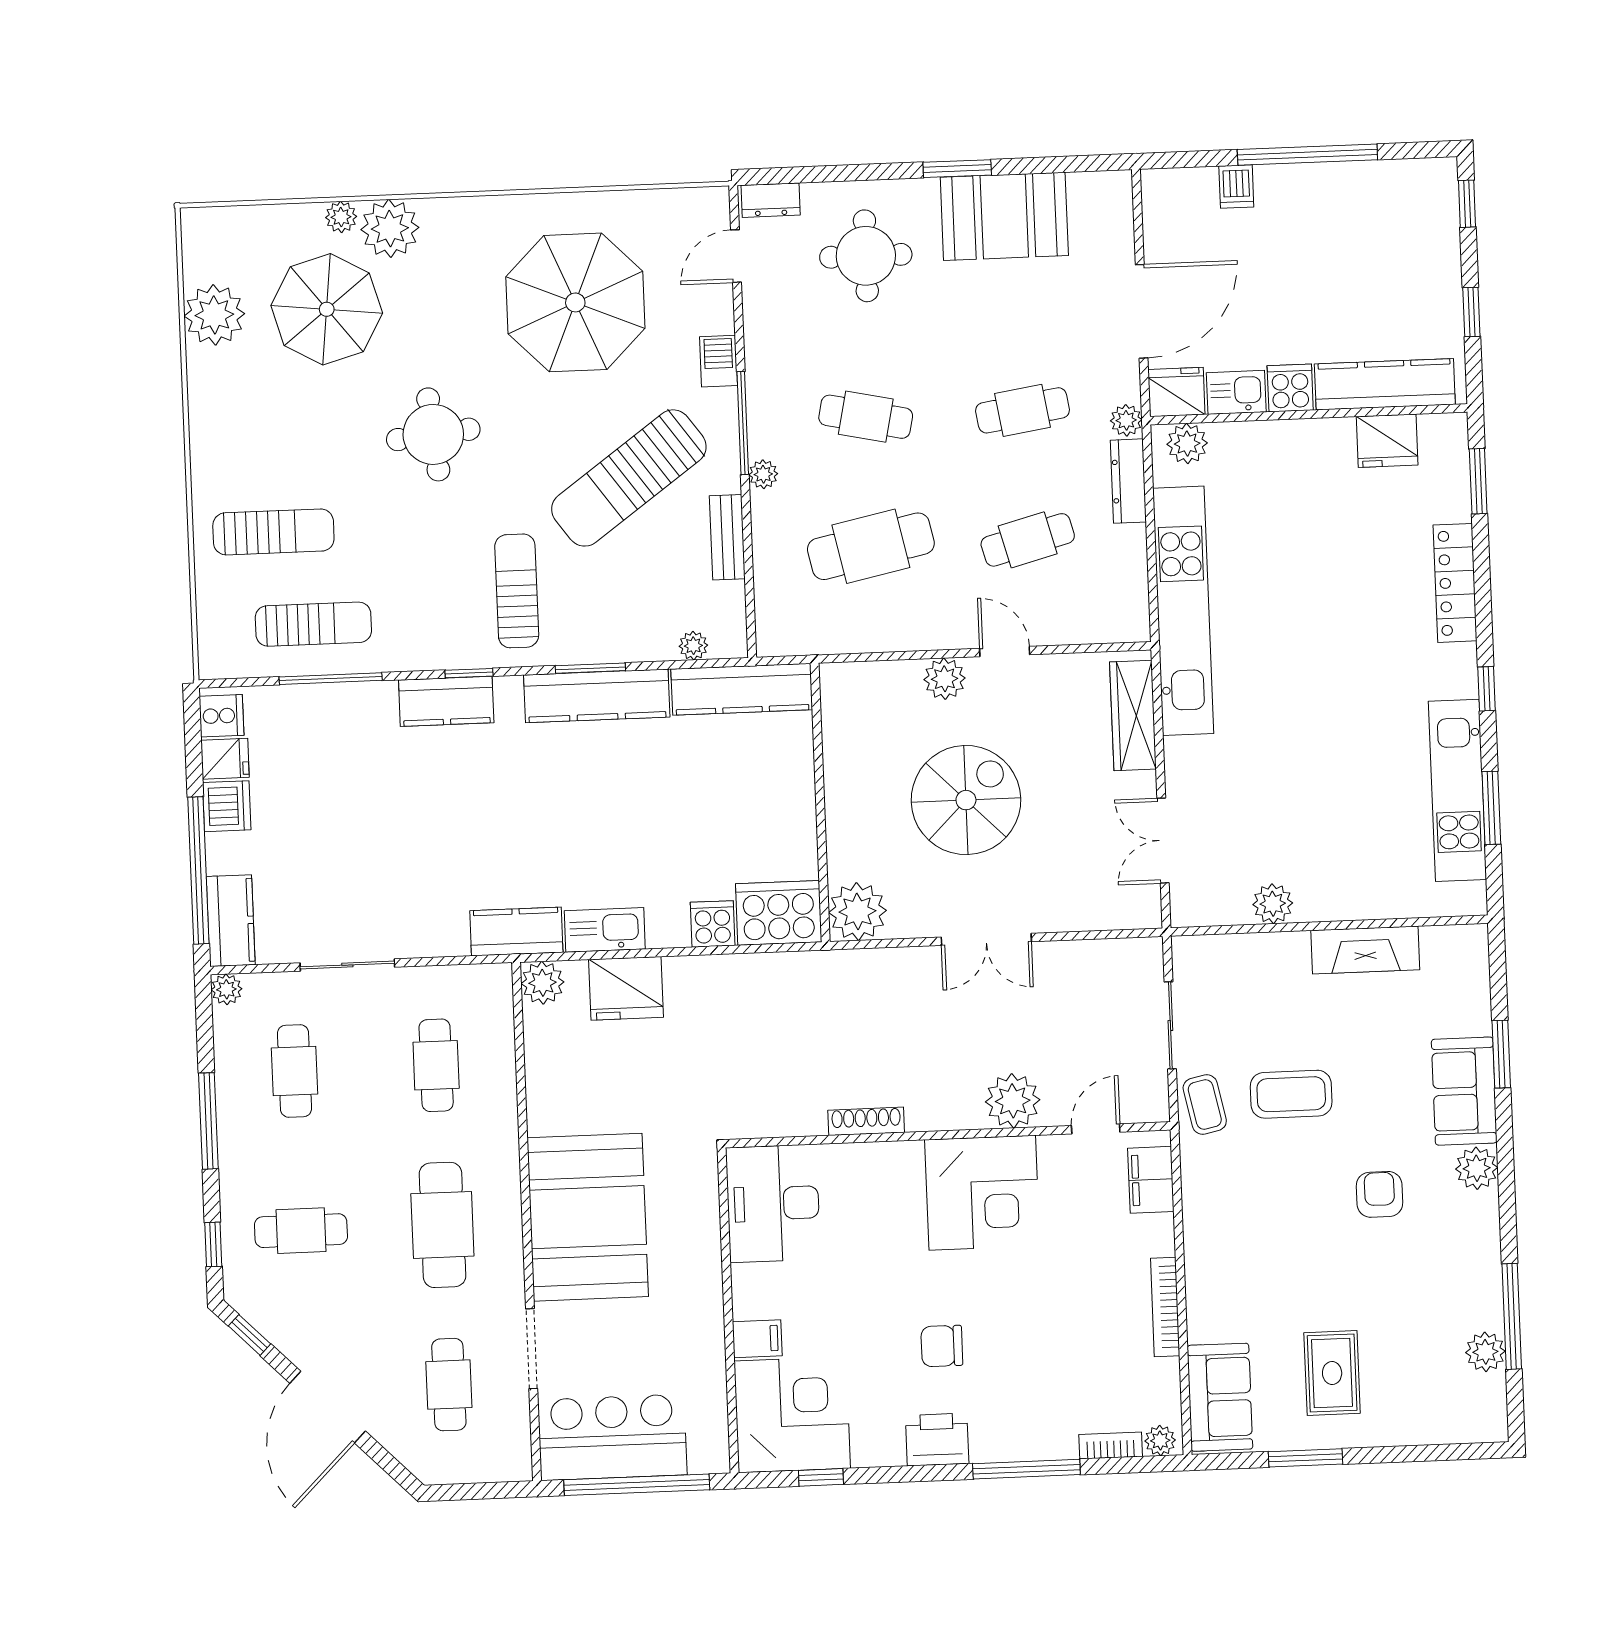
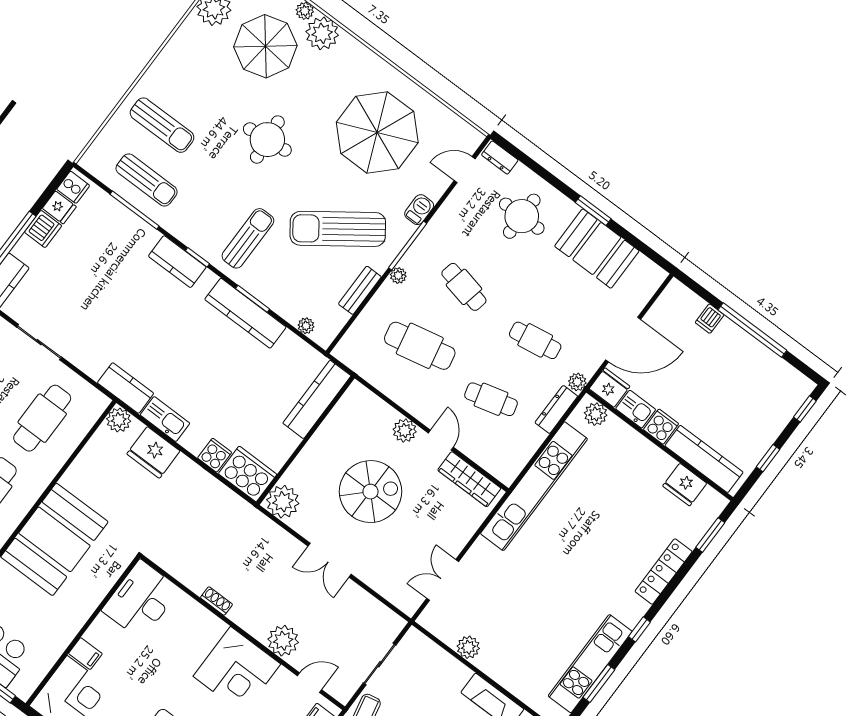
kitchen counter: (742, 689) -> (317, 399), moved, turned 90
wardrobe: (1133, 715) -> (469, 479), moved, turned -90
cafe table: (436, 1065) -> (42, 418), width x1.37, depth x1.35
shoe rack: (866, 1121) -> (216, 601), width x0.70

